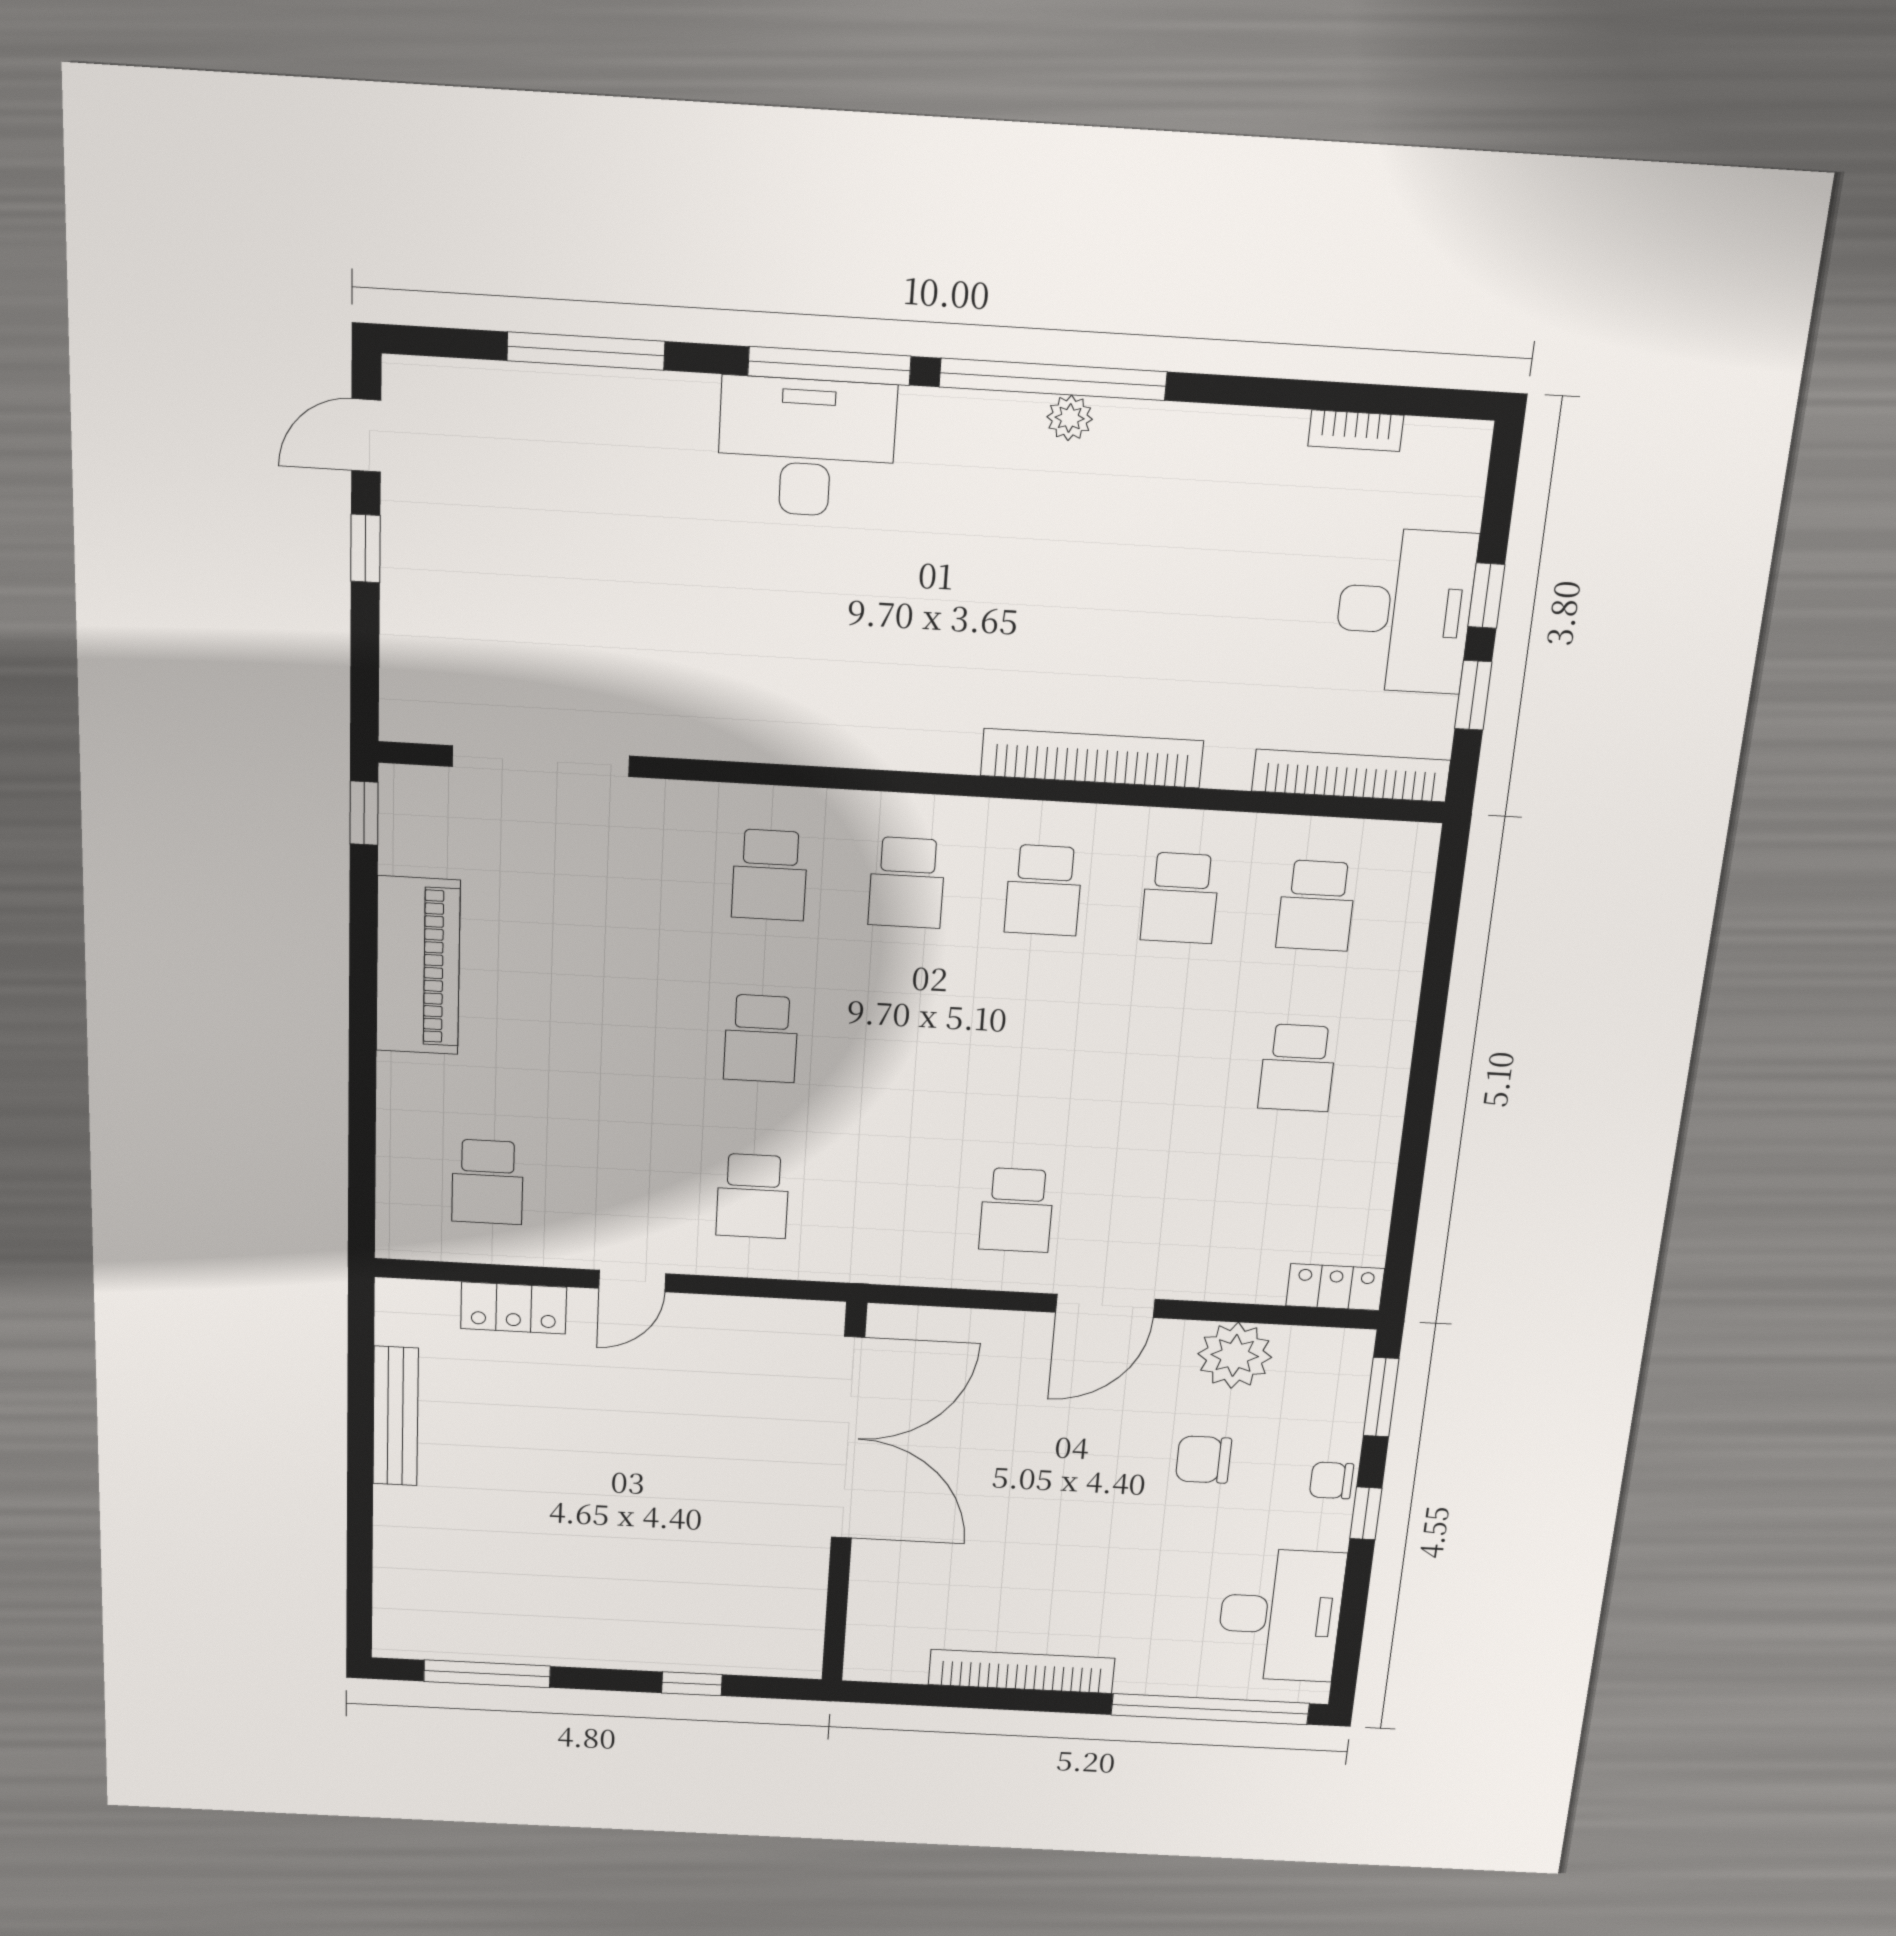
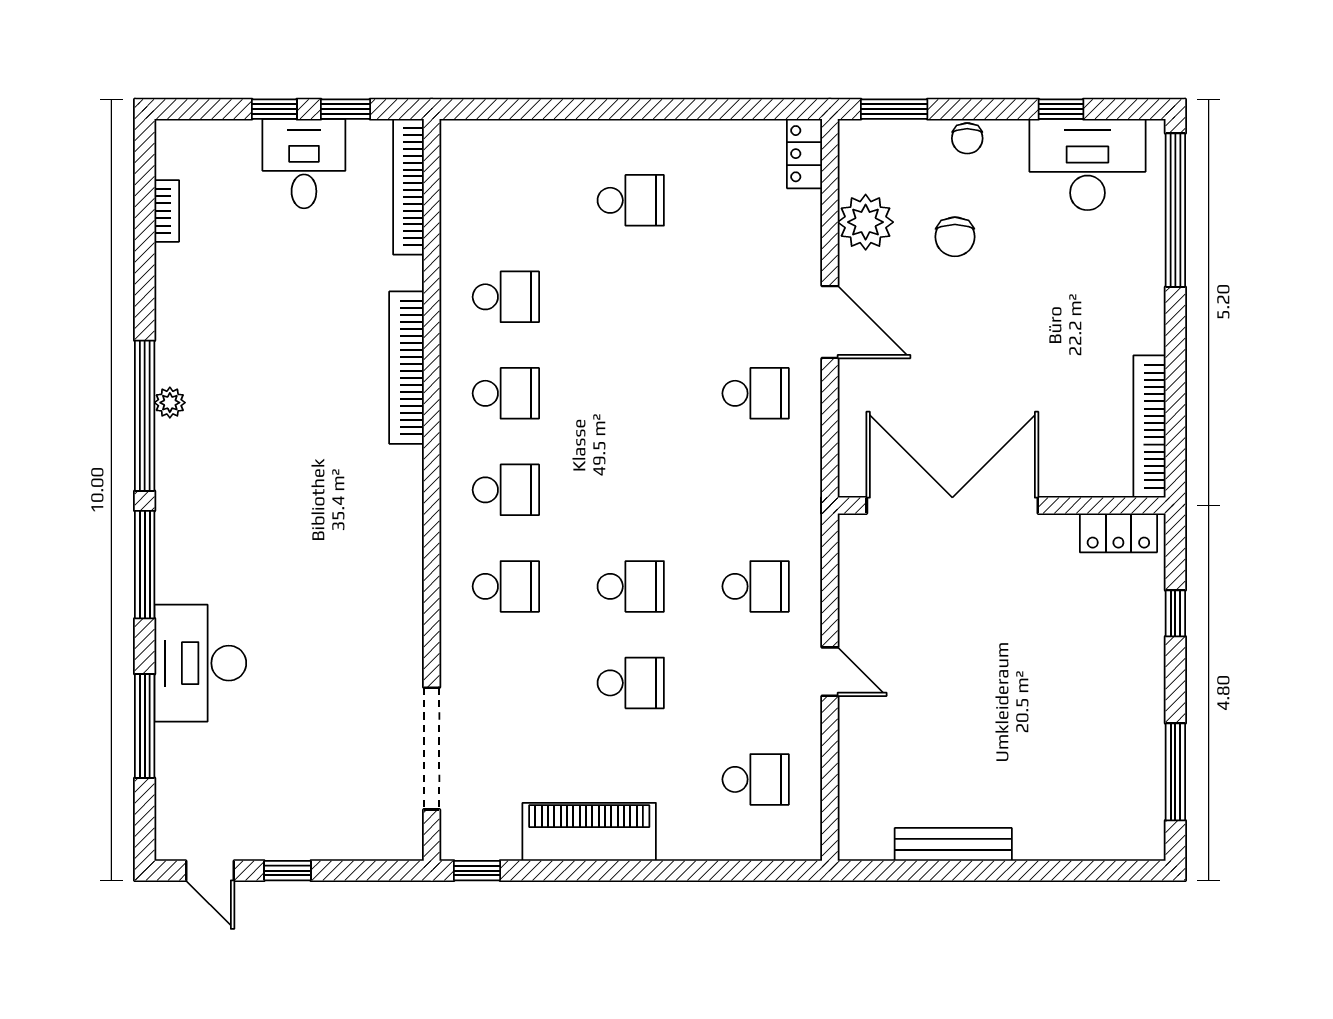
desk: (806, 447) -> (200, 663), moved
desk: (1404, 611) -> (304, 164), width x0.73
school desk: (1316, 906) -> (631, 683), moved
locker: (514, 1308) -> (1118, 533), moved, turned 90
window: (1366, 1513) -> (1061, 109), moved
bookcase: (1022, 1671) -> (1150, 427), moved

